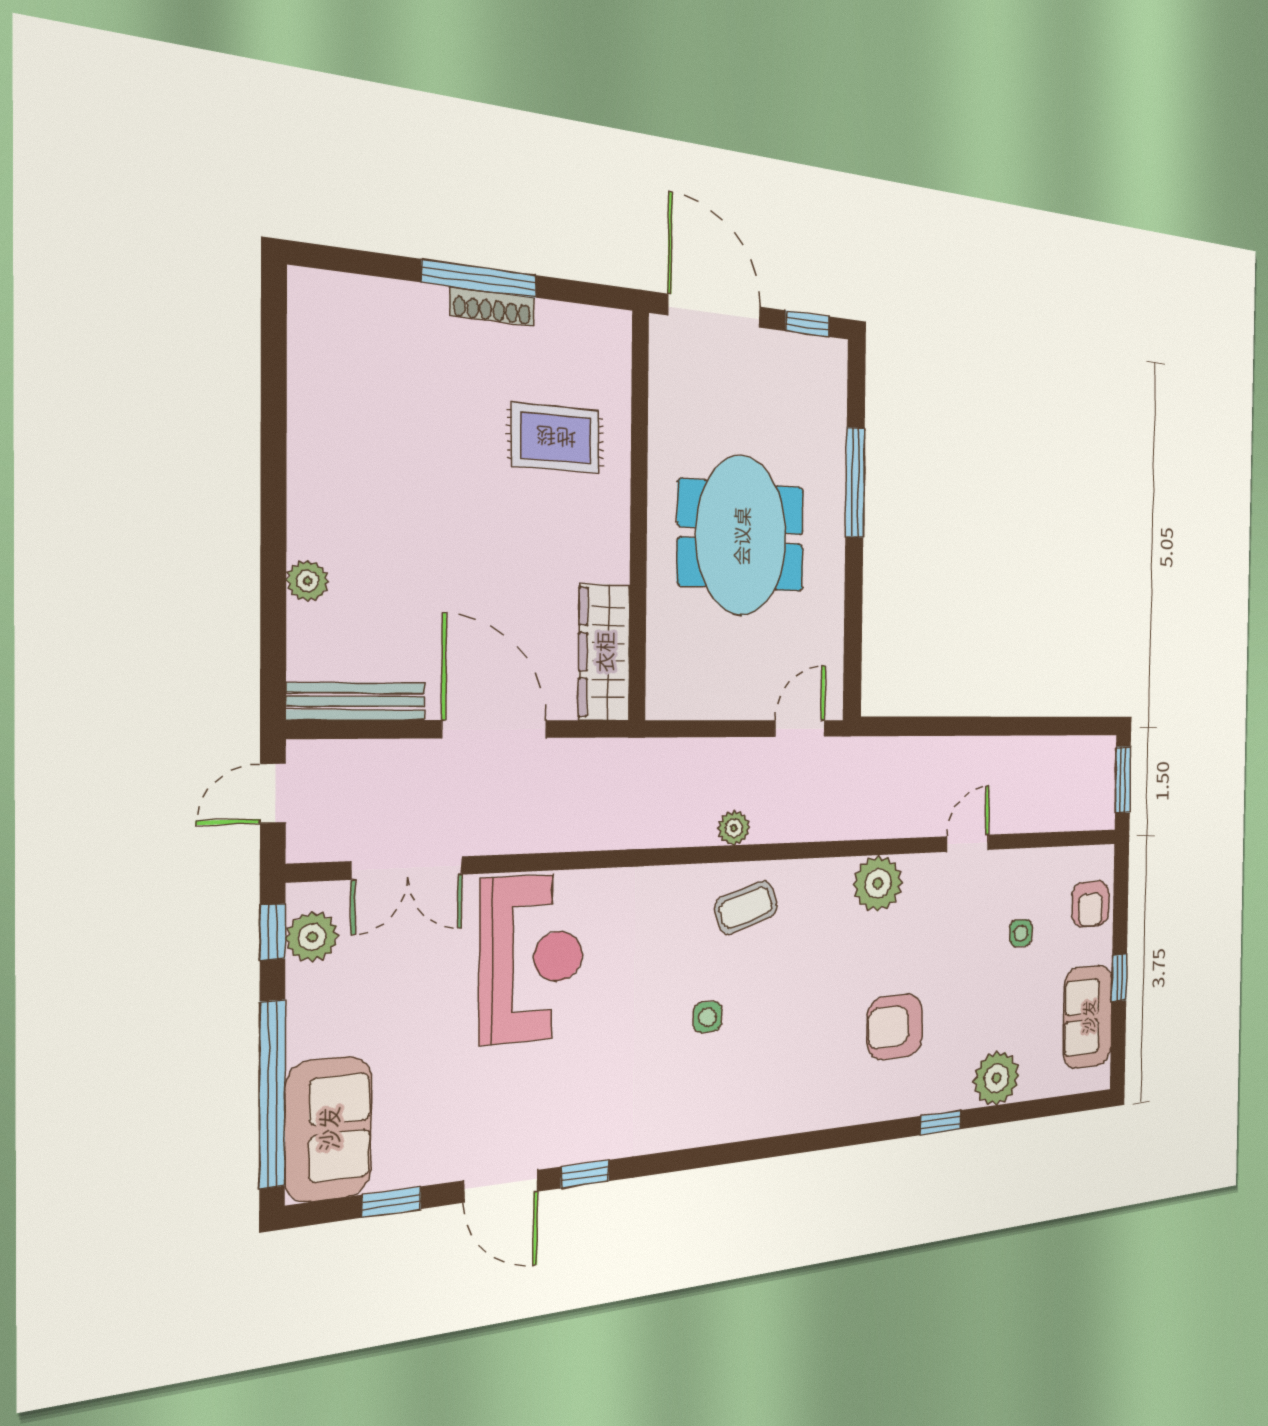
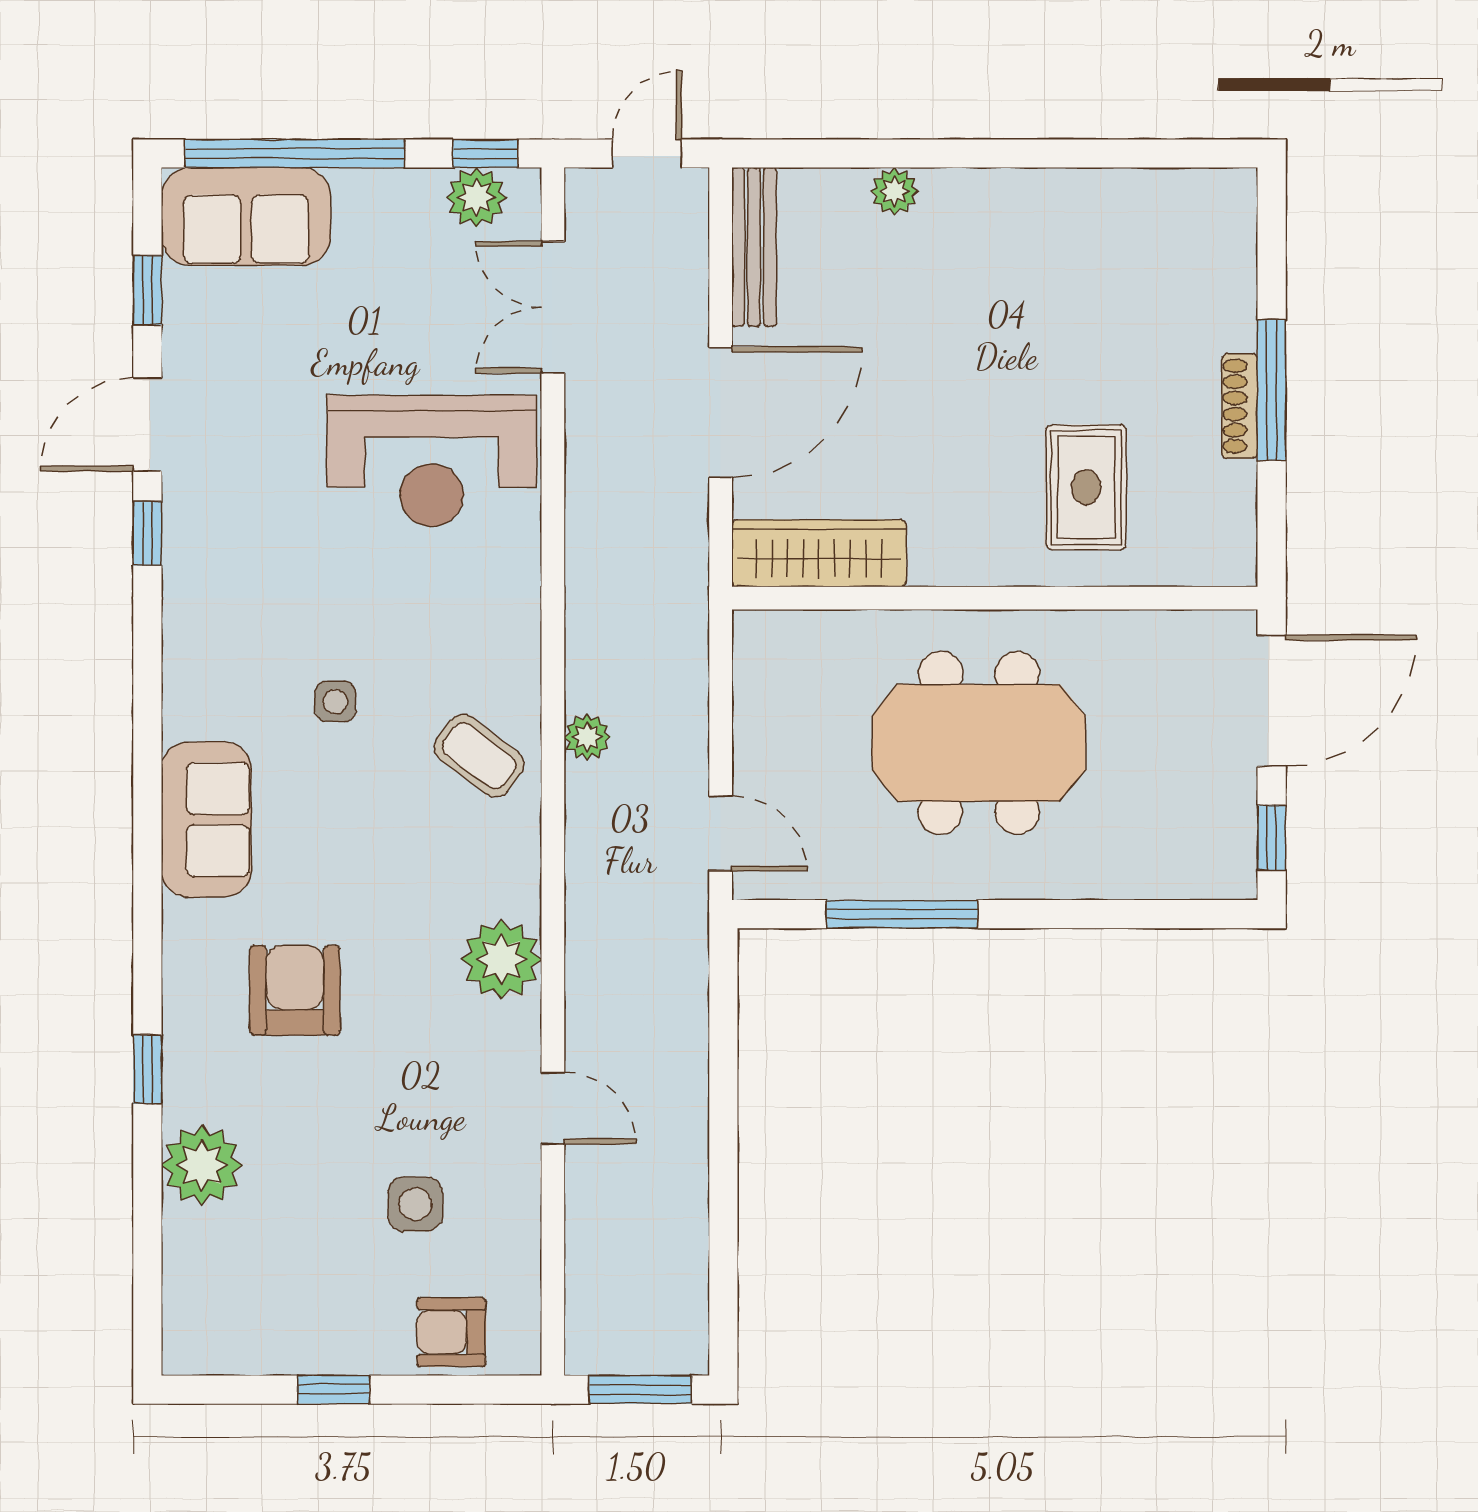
window: (855, 482) -> (902, 914), moved
door: (273, 793) -> (647, 153), hinge flipped
coffee table: (746, 907) -> (479, 756), turned -35
side table: (1021, 933) -> (415, 1204), width x1.37, depth x1.37
sofa: (1088, 1017) -> (206, 820), moved, turned 90

